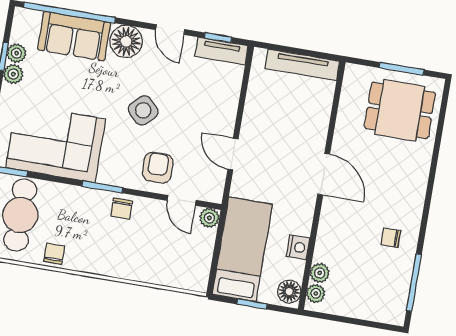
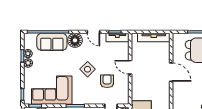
door: (233, 154) -> (130, 67), moved
armchair: (158, 168) -> (107, 81), moved
door: (324, 174) -> (171, 72), moved

